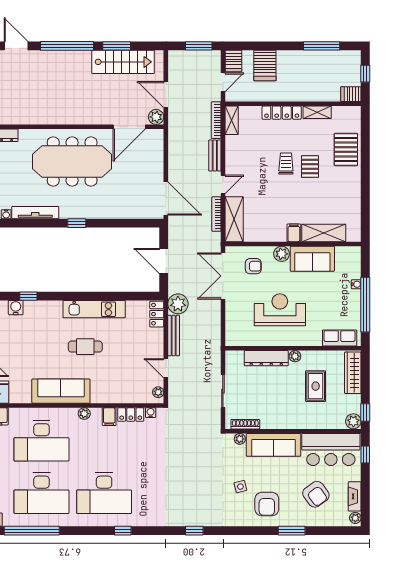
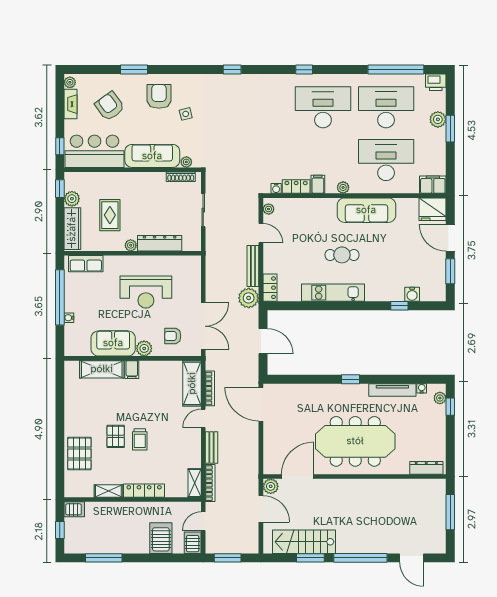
plant: (353, 421) -> (72, 199), moved

